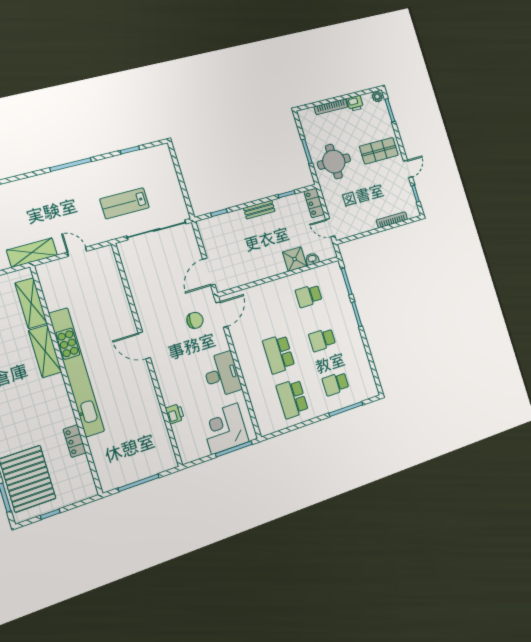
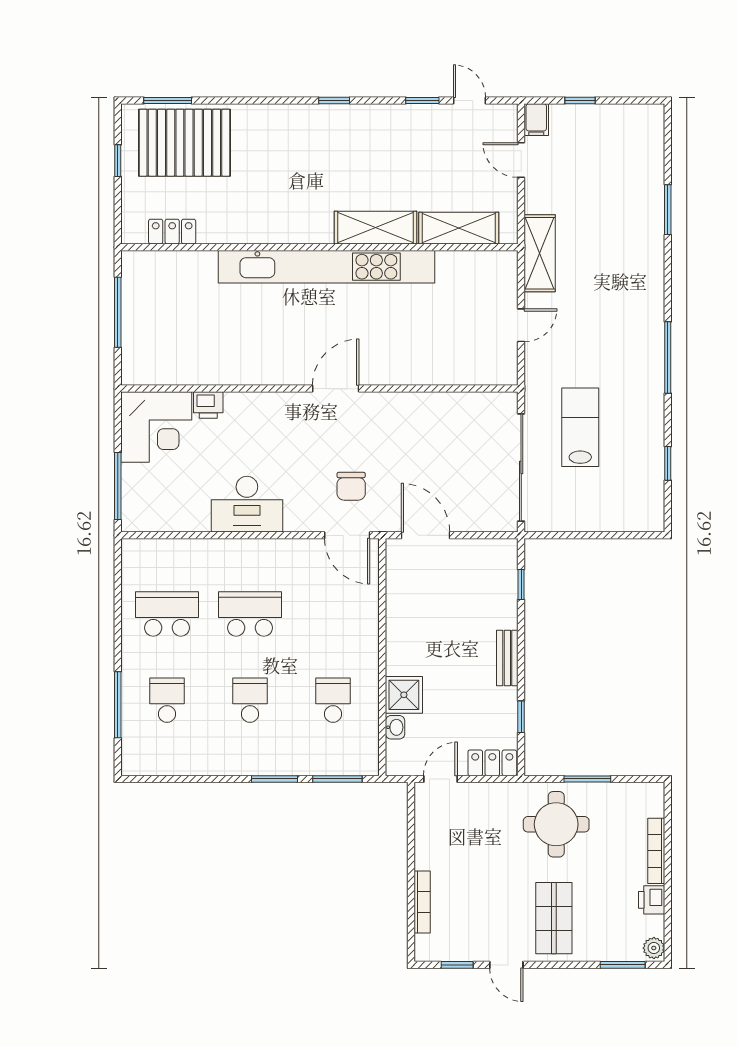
corner desk: (225, 429) -> (156, 427), moved, turned 90
locker: (75, 441) -> (172, 232), moved

